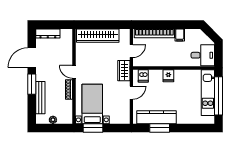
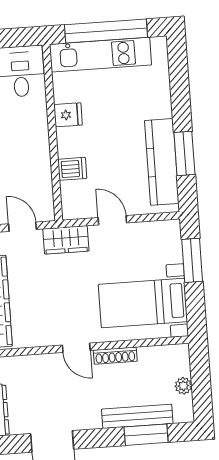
door: (74, 72) -> (76, 348), hinge flipped
dishwasher: (143, 76) -> (72, 169), moved
fridge: (168, 76) -> (68, 115), moved
window: (32, 84) -> (146, 435), moved
window: (93, 128) -> (192, 260), moved

